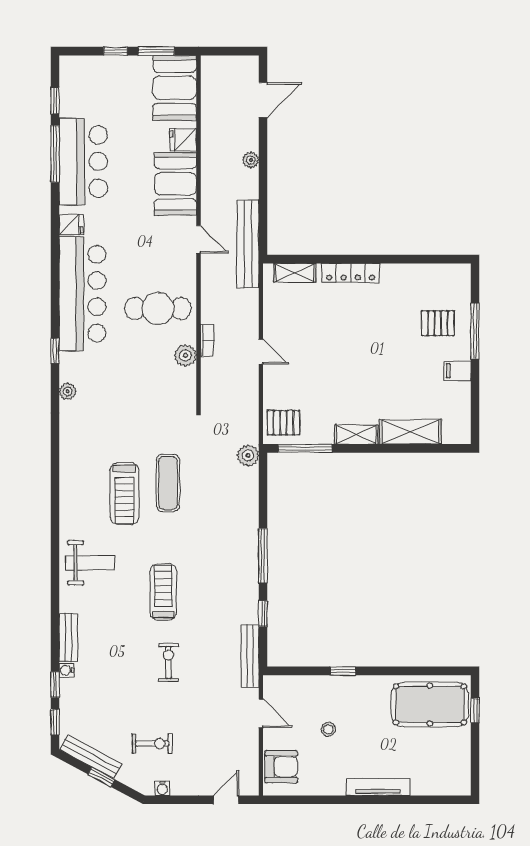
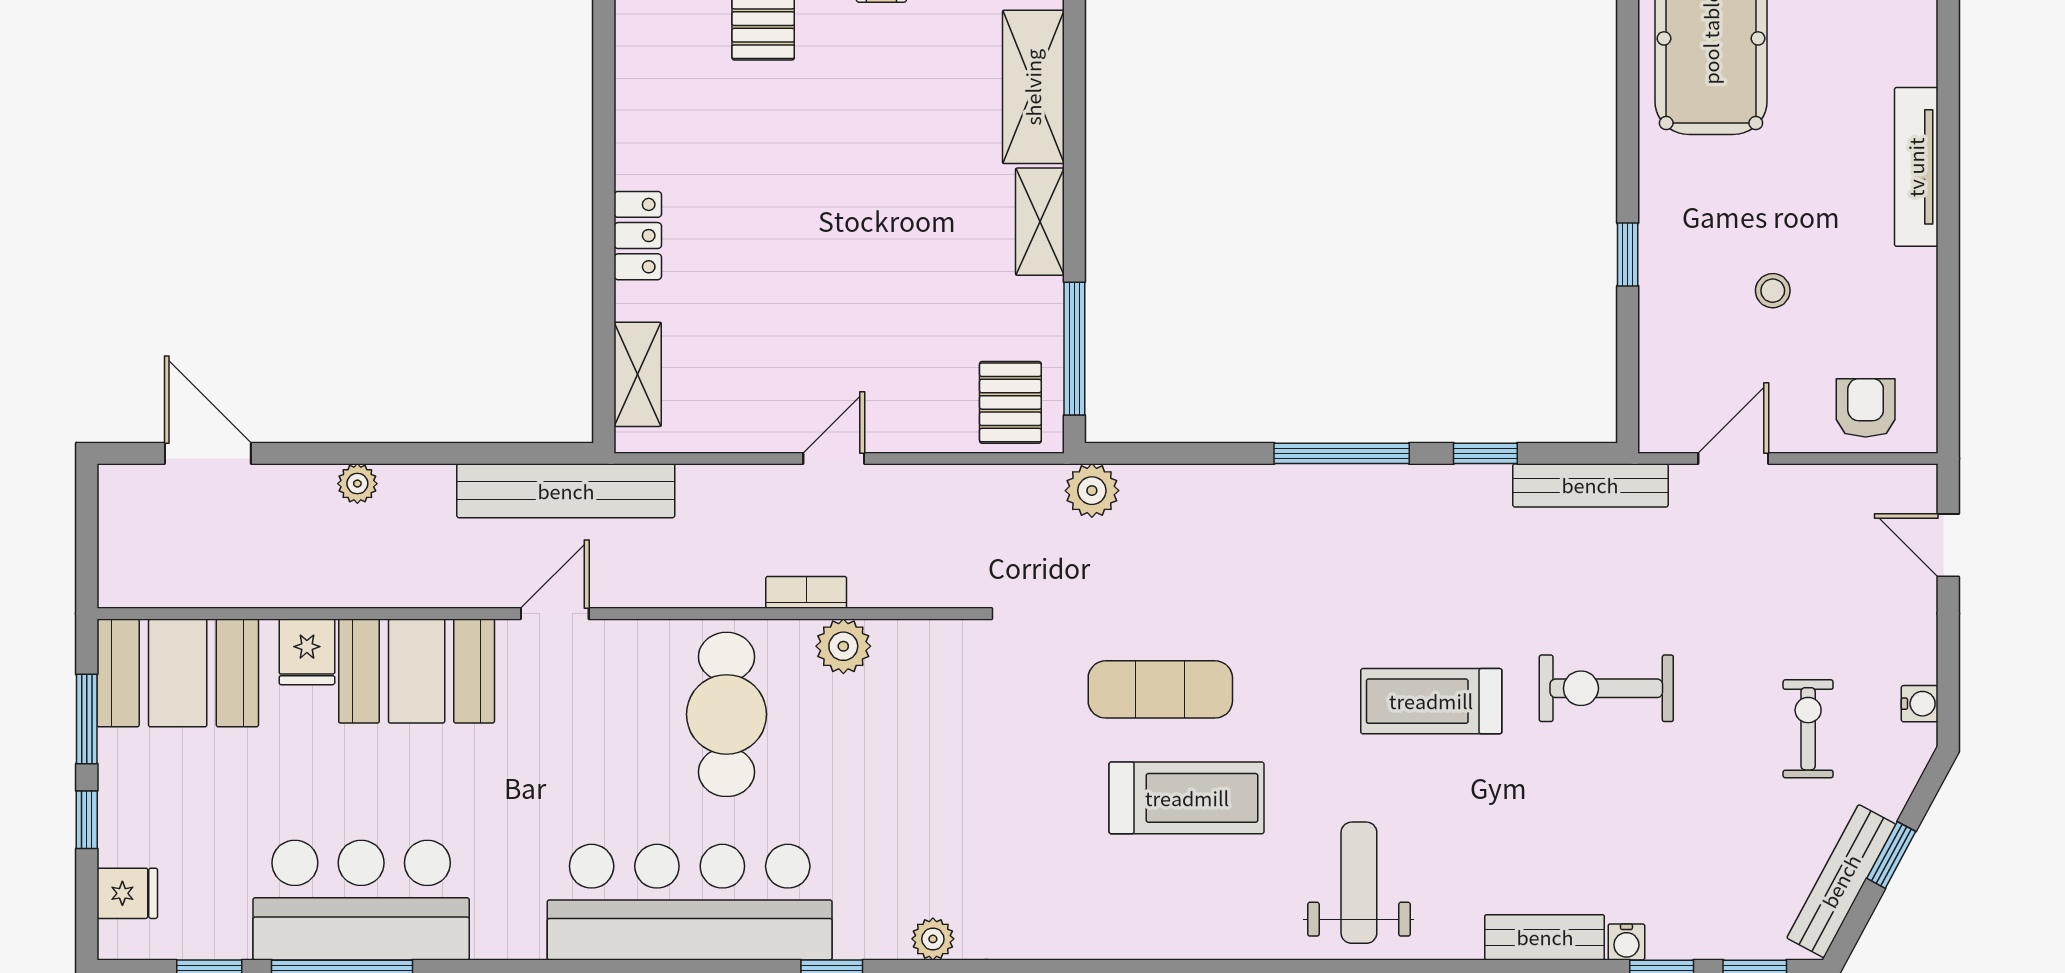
fridge: (71, 225) -> (127, 893), moved, turned 90
locker: (351, 273) -> (638, 236), width x0.66
exercise bike: (168, 662) -> (1606, 688), width x1.38, depth x1.39
armchair: (281, 767) -> (1866, 408), width x0.72, depth x0.72

